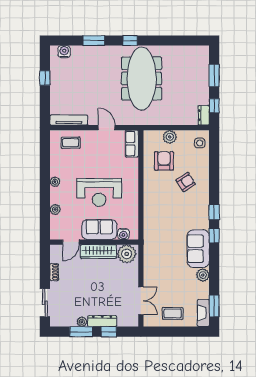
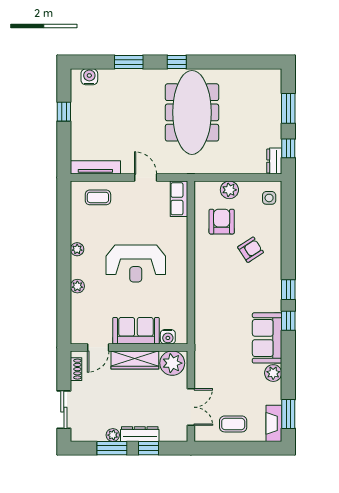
sofa: (99, 230) -> (136, 331), moved
water cooler: (123, 234) -> (168, 337), moved
door: (71, 242) -> (98, 347), moved
wall: (94, 242) -> (129, 347), moved
wardrobe: (98, 252) -> (135, 360), moved
plant: (127, 254) -> (172, 363), moved

